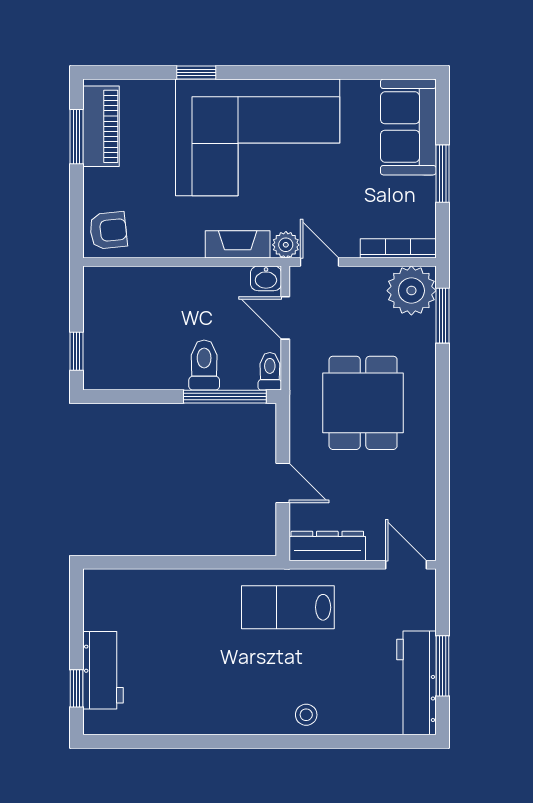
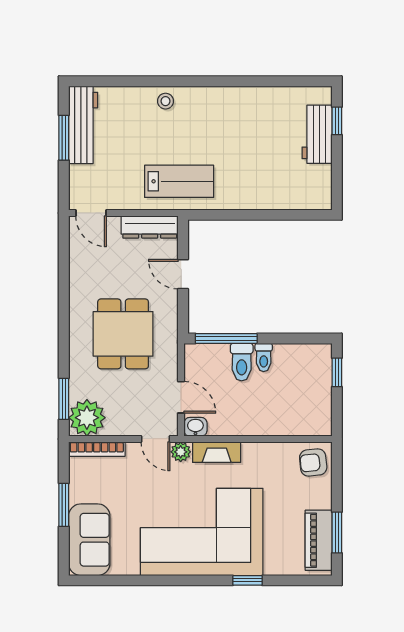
toilet: (270, 371) -> (264, 357), moved

